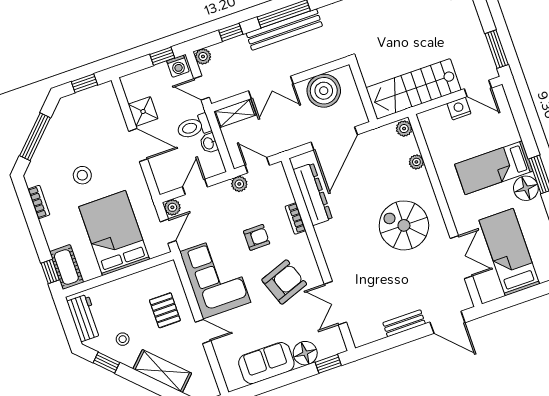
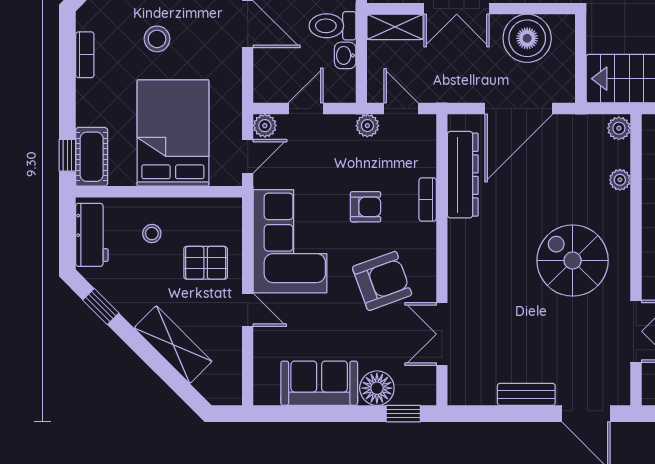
pallet: (165, 310) -> (206, 263), turned 90
stool: (123, 339) -> (152, 234), moved

